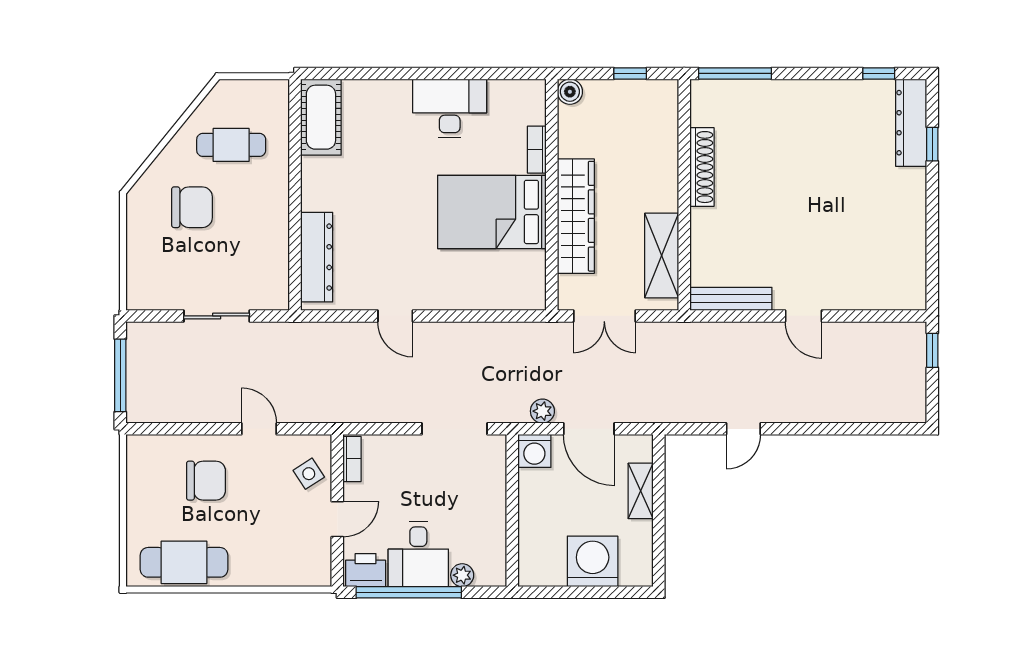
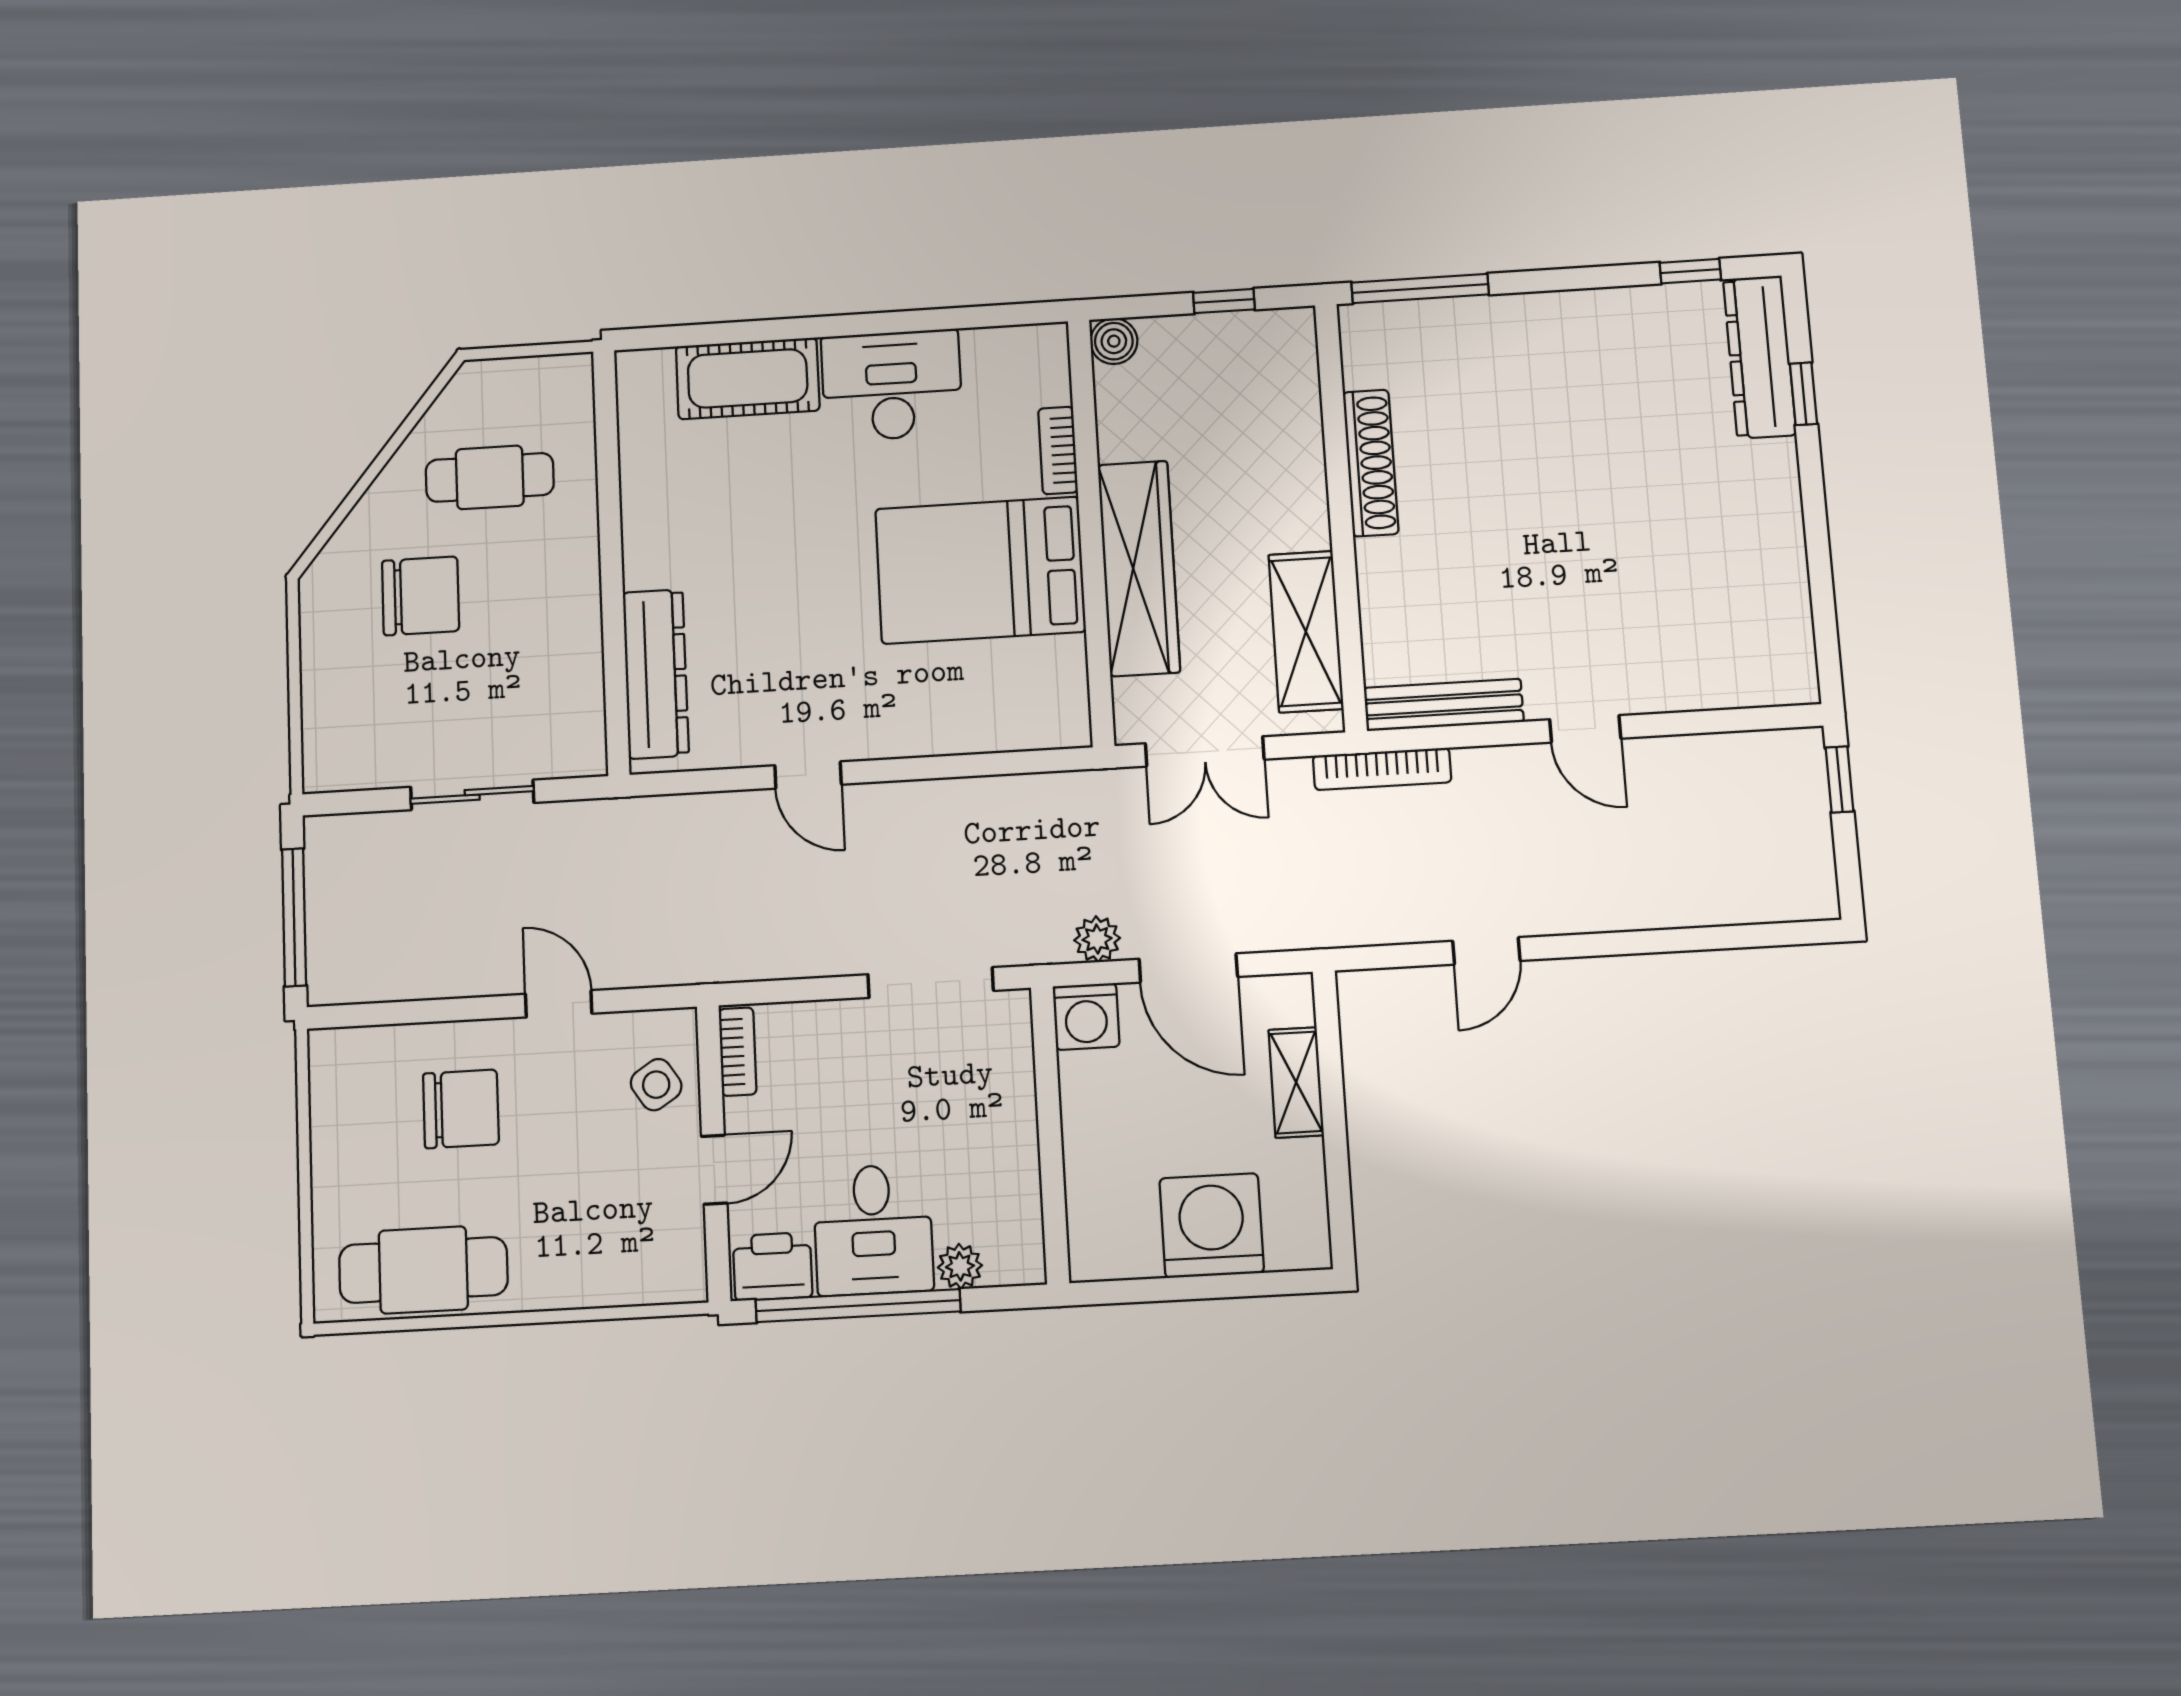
cot: (321, 117) -> (748, 378), moved, turned 90
bookcase: (696, 331) -> (1382, 769), added

